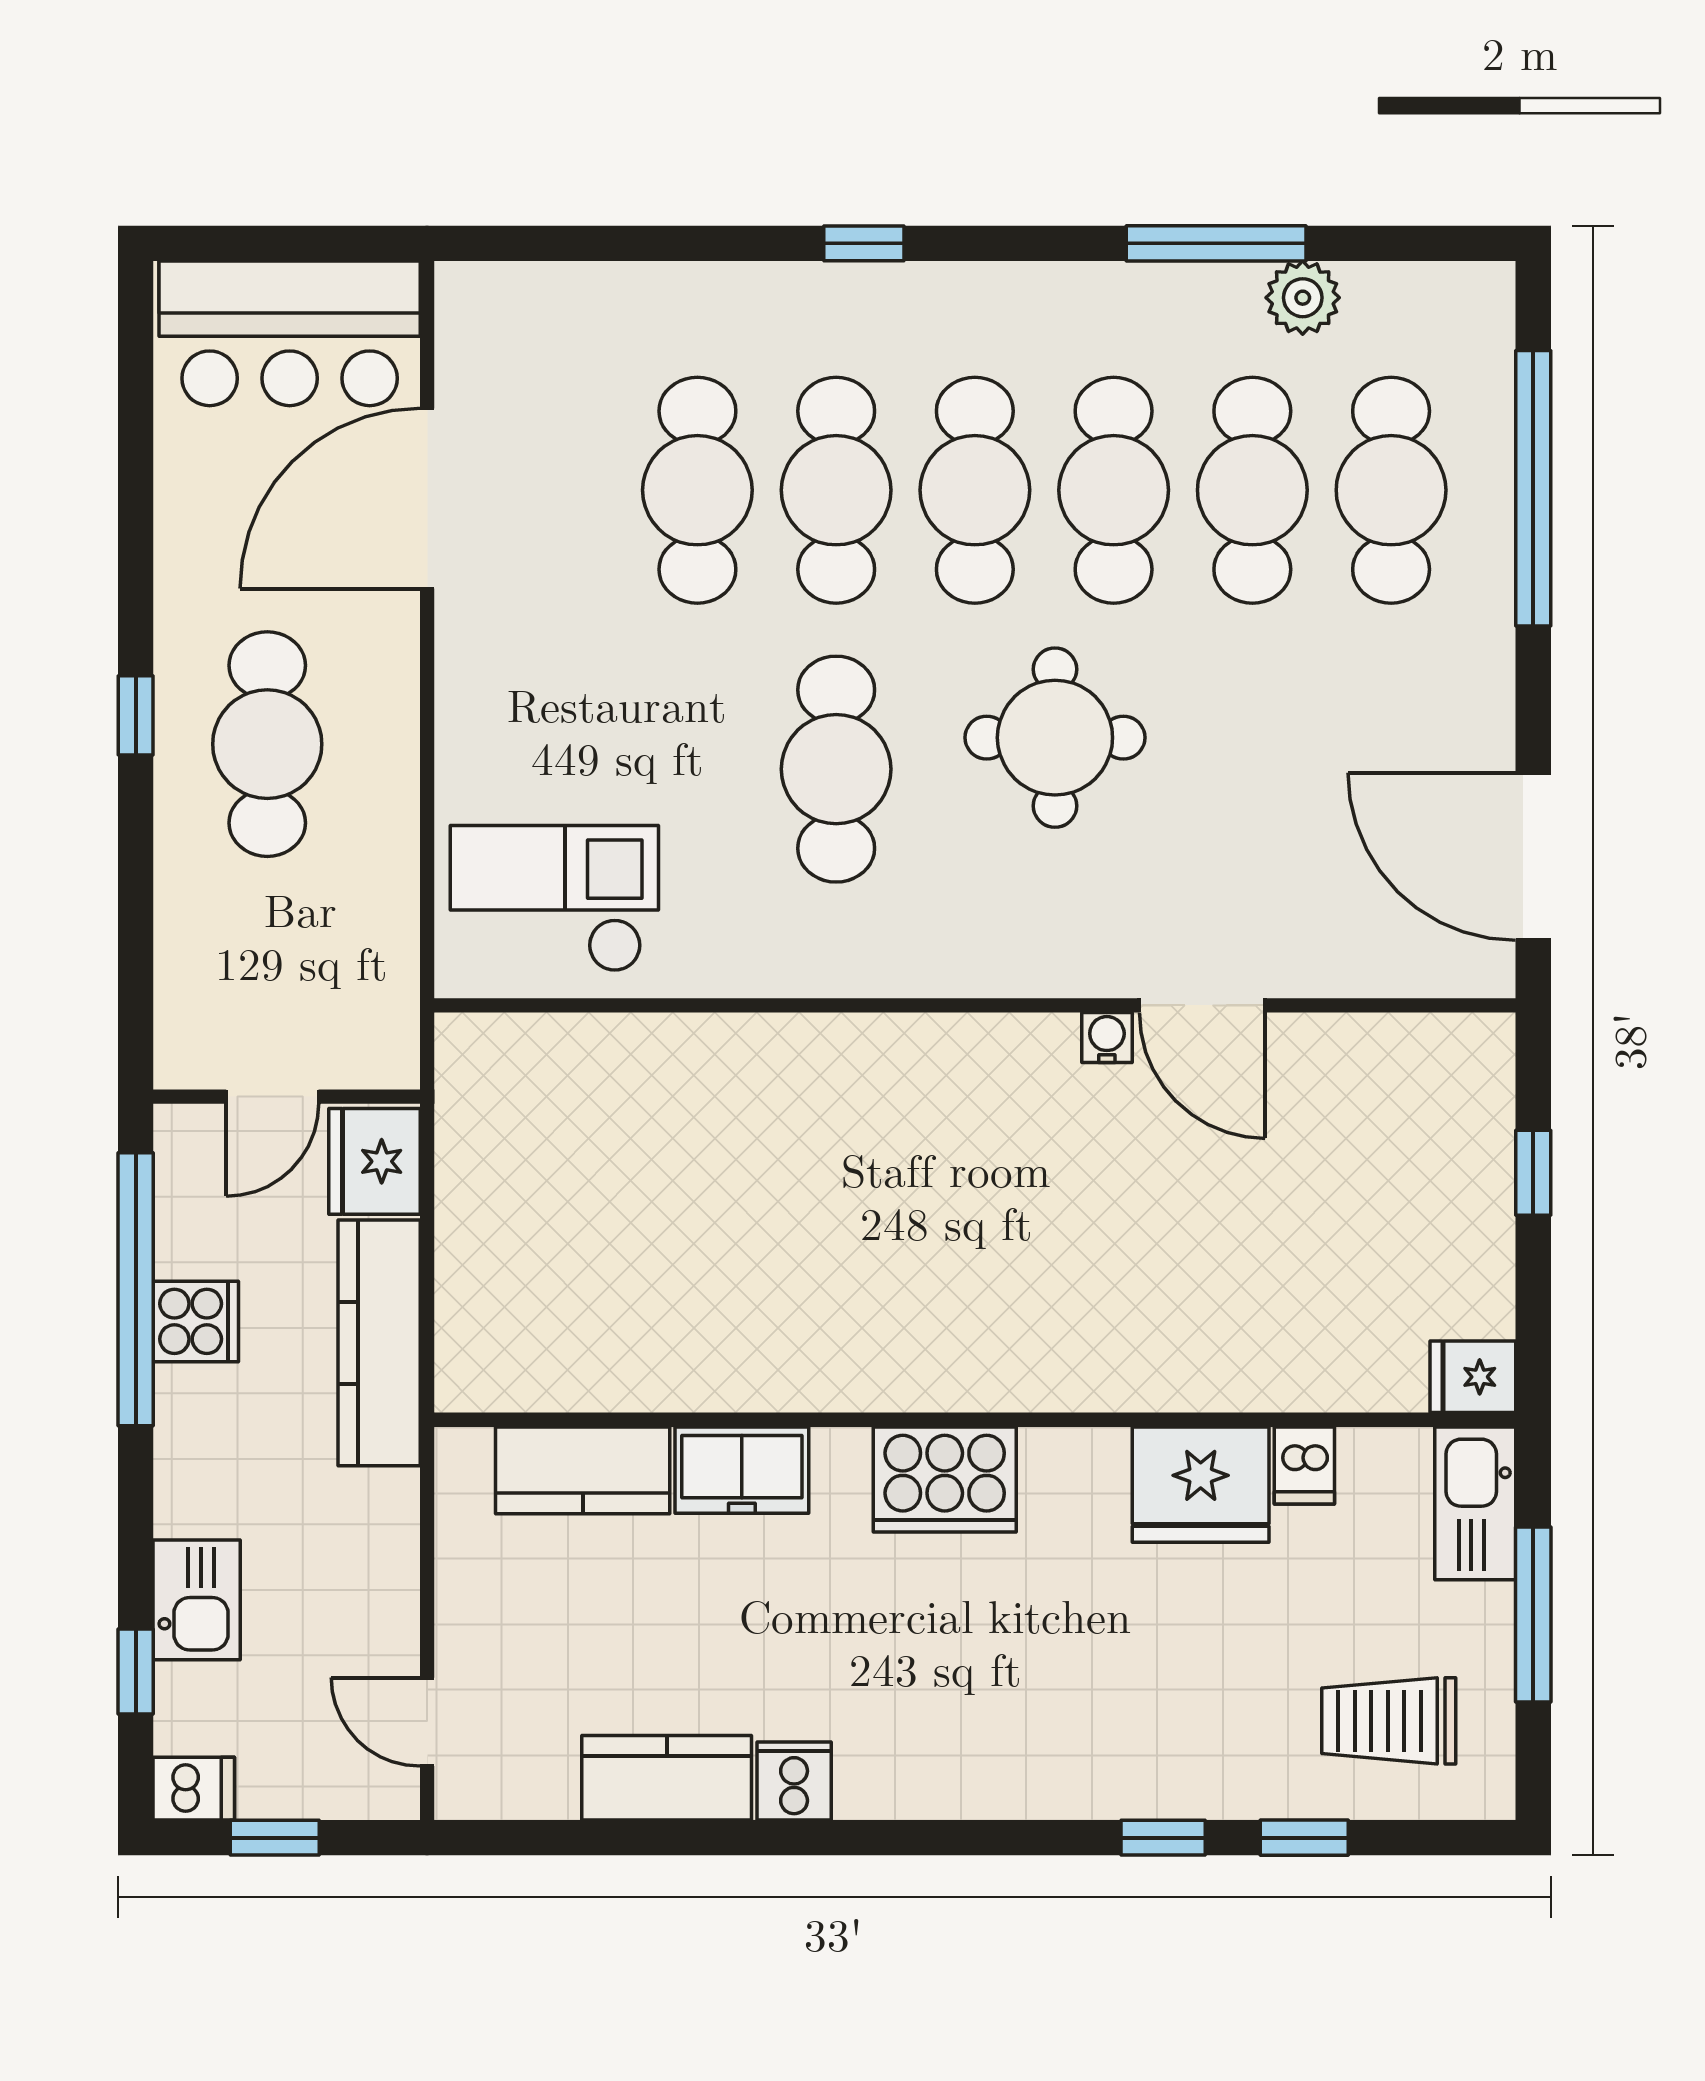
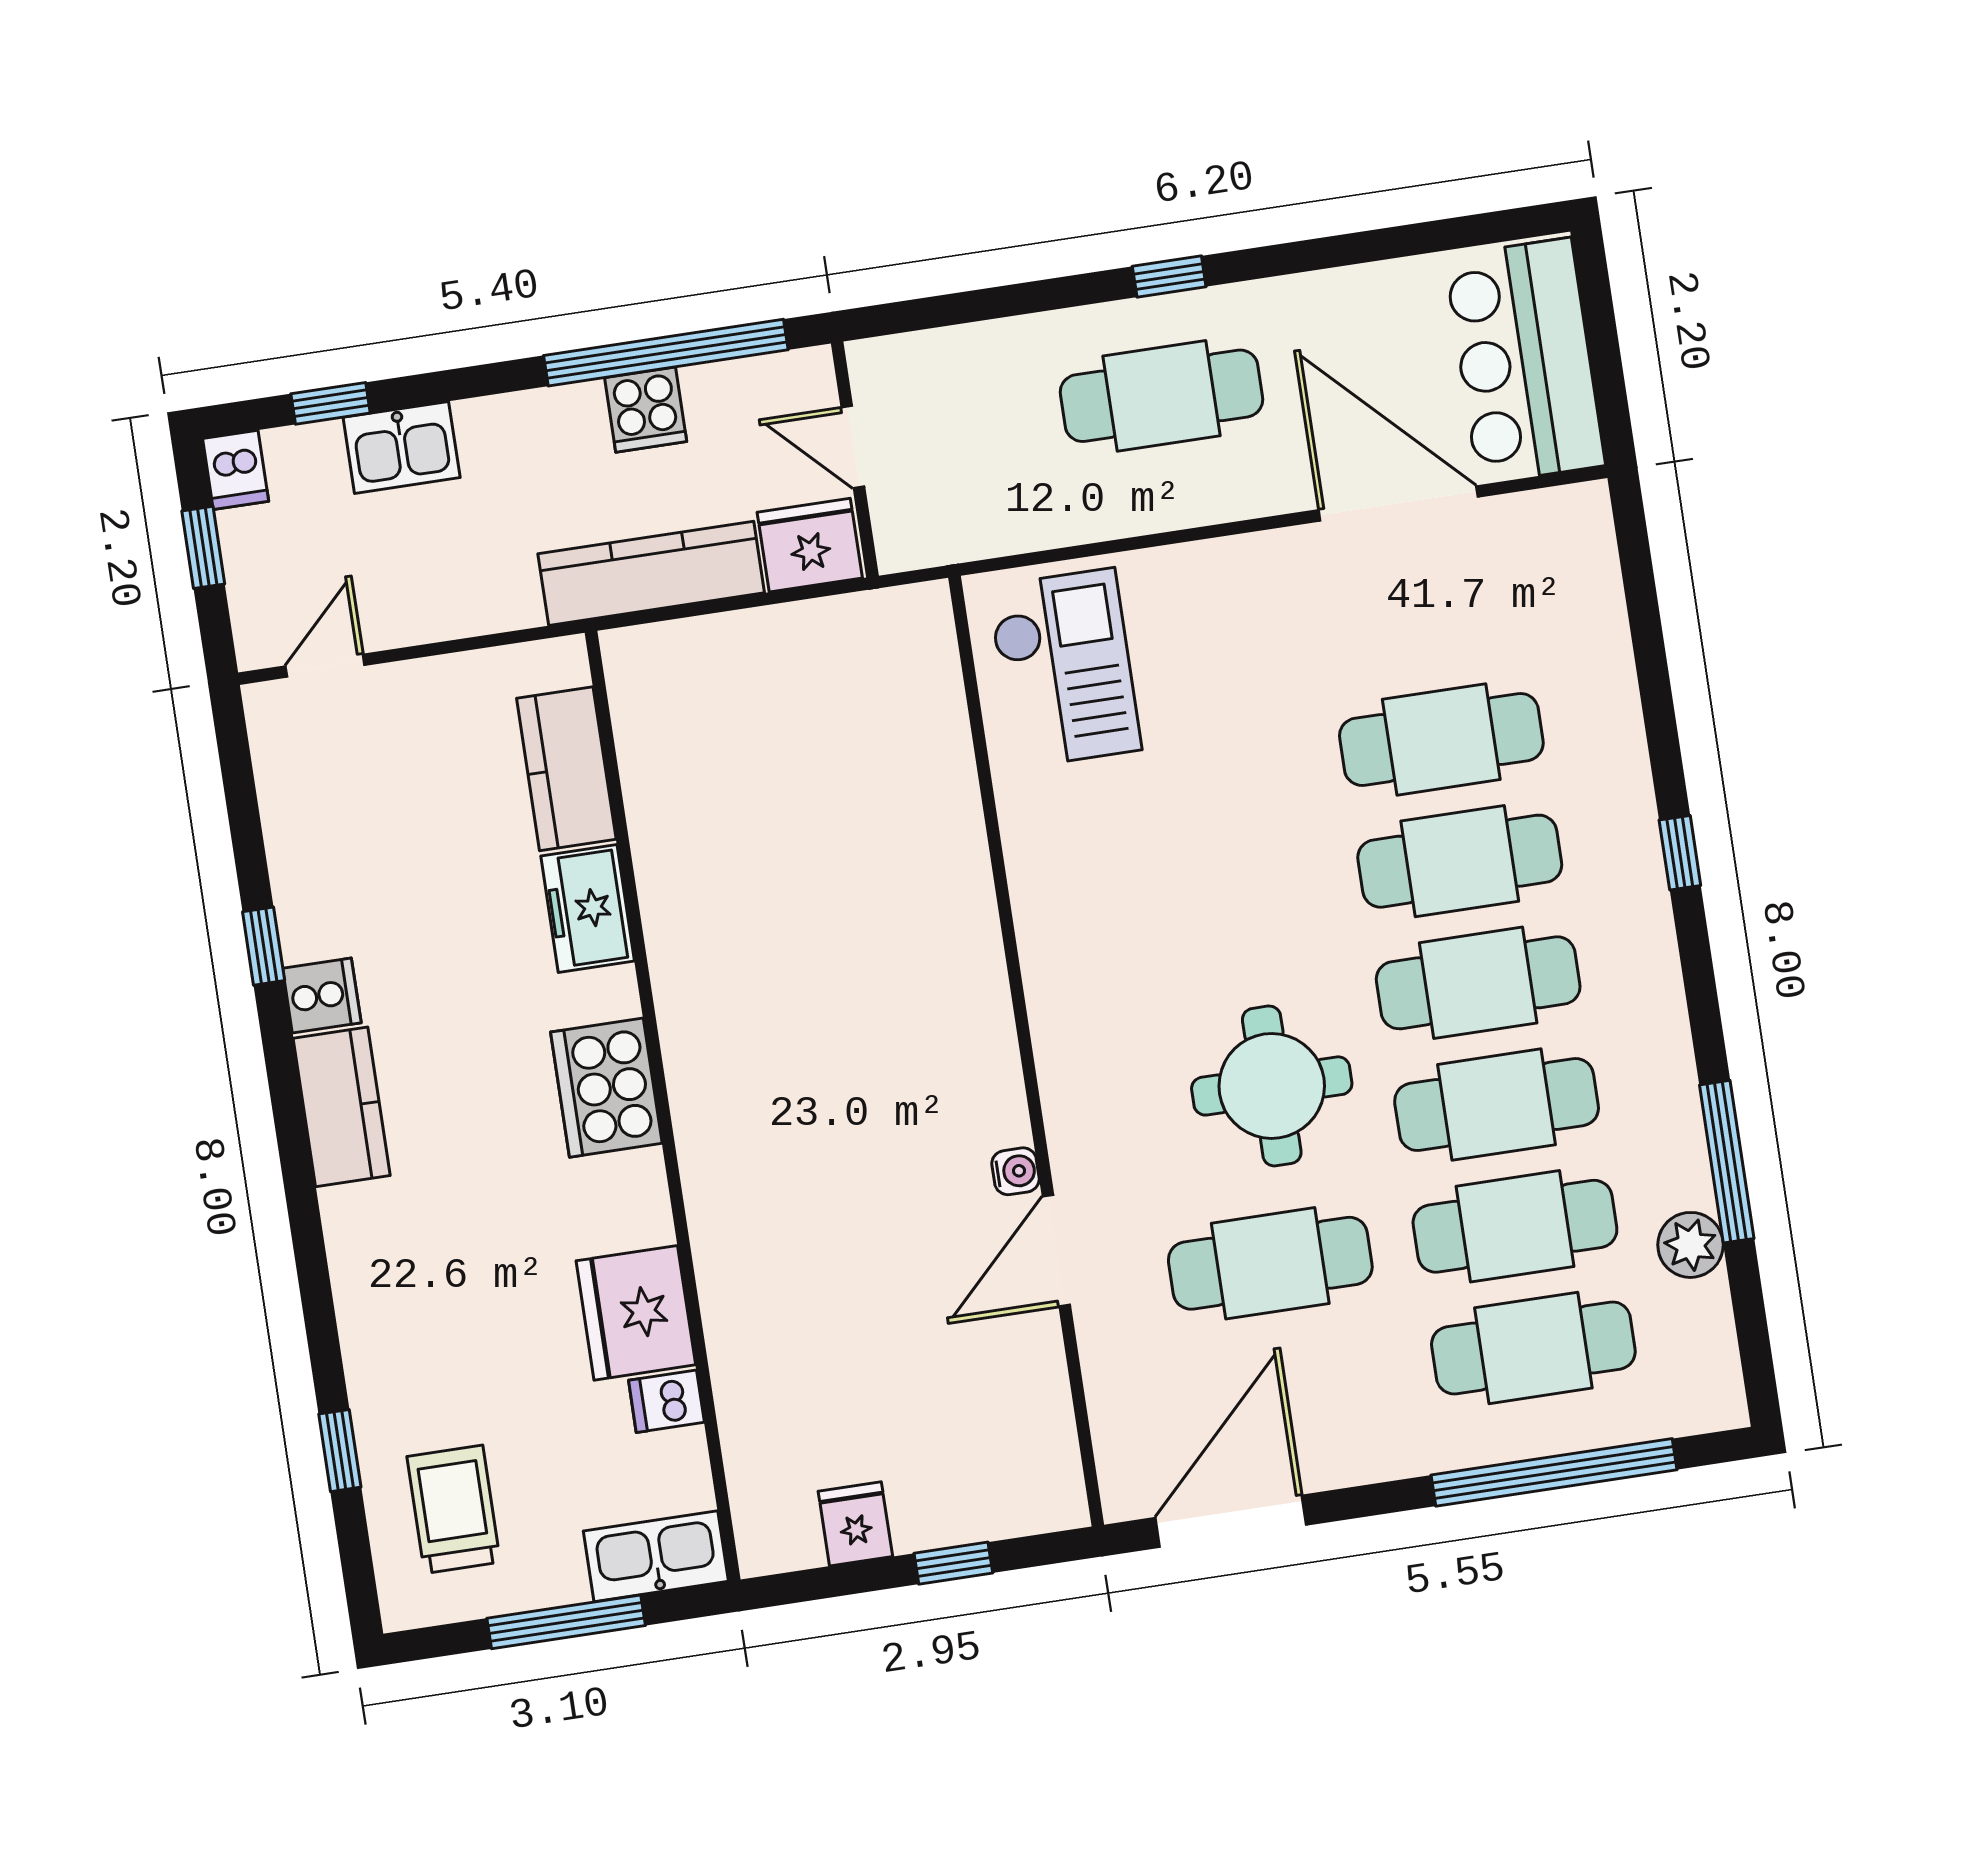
cafe table: (836, 769) -> (1270, 1263), moved
fridge: (1473, 1377) -> (855, 1524), moved
kitchen counter: (667, 1778) -> (342, 1107), moved
window: (1163, 1838) -> (264, 946), moved

